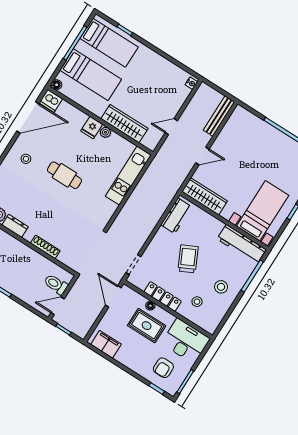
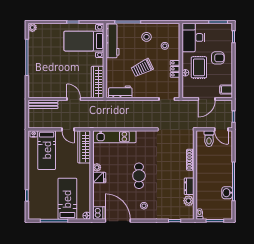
bed: (109, 43) -> (47, 150), moved, turned 180
wardrobe: (124, 124) -> (84, 147), moved
door: (113, 296) -> (207, 99), moved
locker: (163, 296) -> (175, 69), width x0.66
filing cabinet: (106, 344) -> (226, 90), width x0.50
armchair: (163, 368) -> (218, 58), moved

